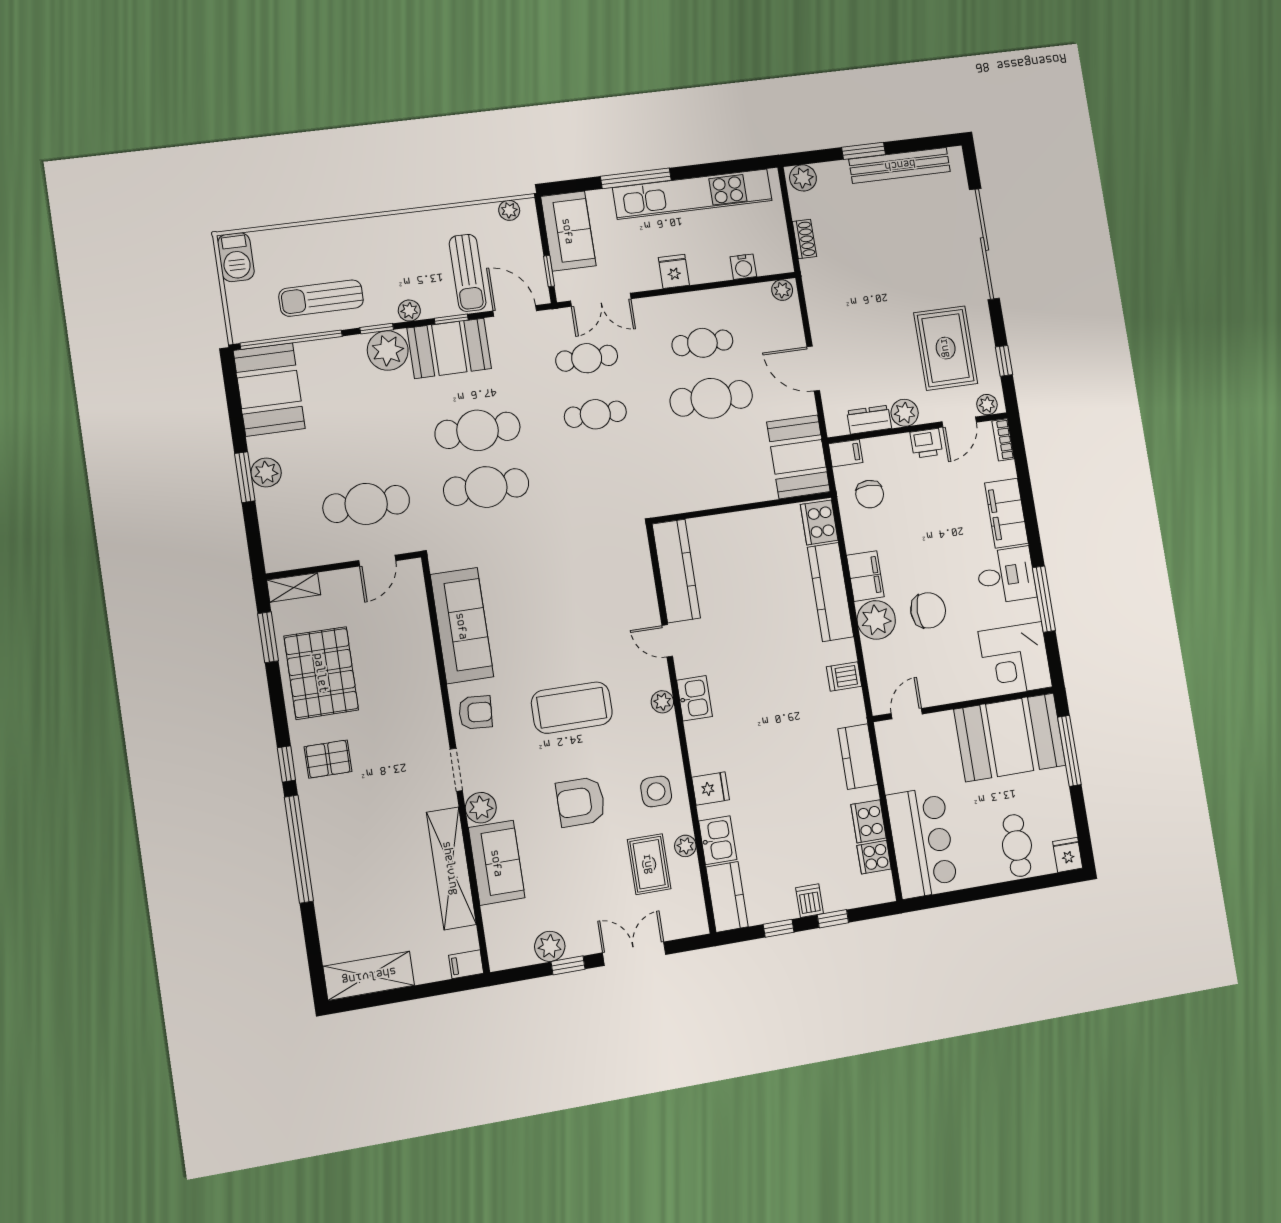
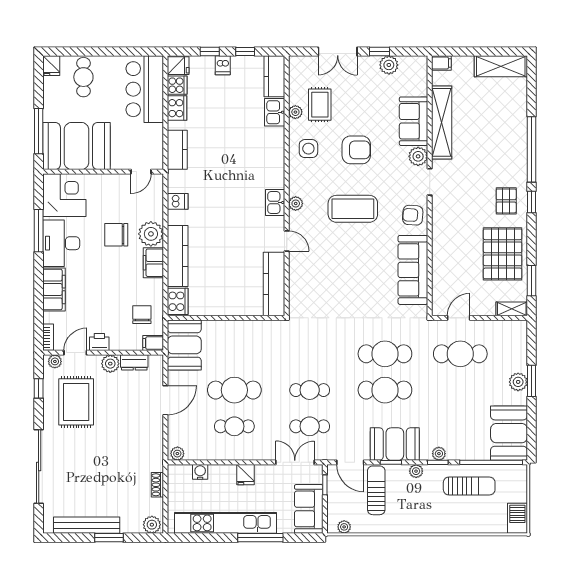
plant: (388, 351) -> (439, 454), width x0.53, depth x0.53
door: (813, 369) -> (165, 400), hinge flipped
desk: (1006, 575) -> (61, 243), width x1.37
pallet: (328, 759) -> (506, 201), turned 90
fridge: (711, 789) -> (178, 66), moved, turned 180

